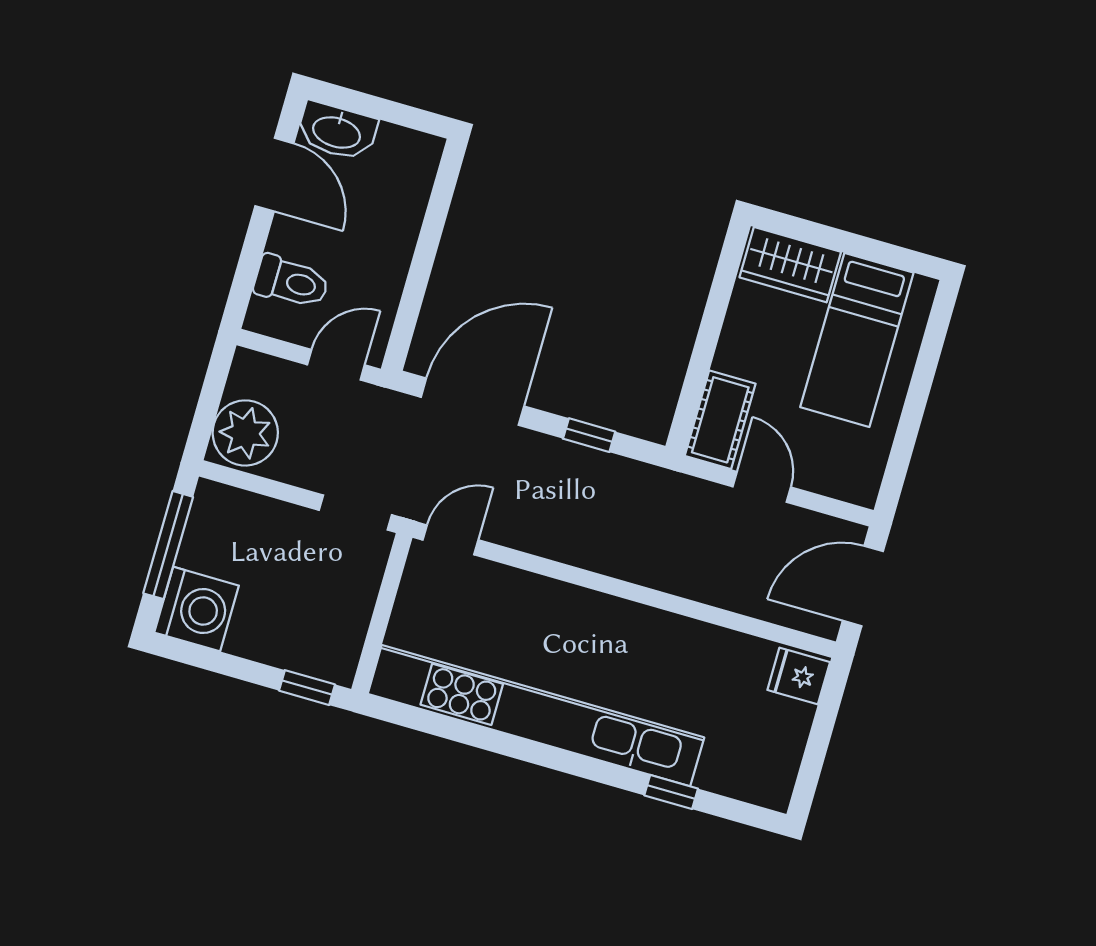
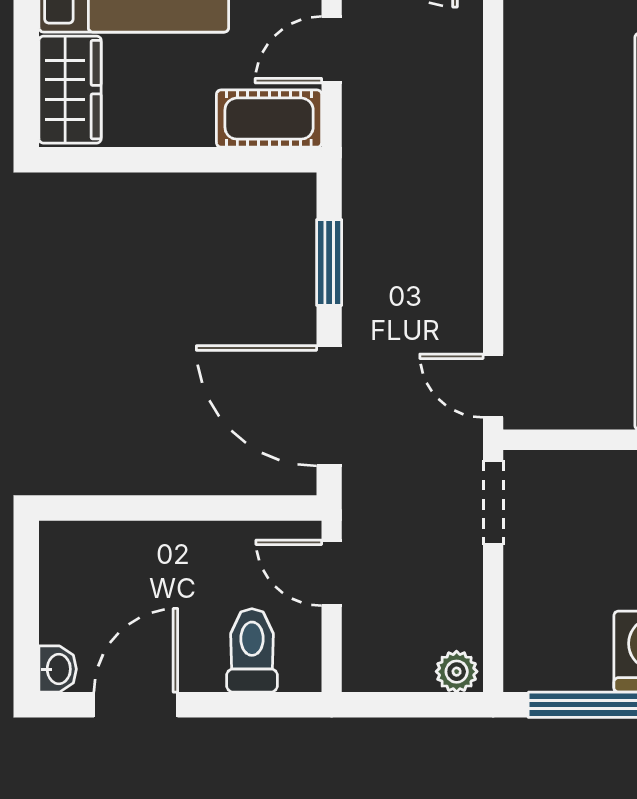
washbasin: (337, 131) -> (58, 669), width x0.52, depth x0.69
plant: (245, 433) -> (457, 672), width x0.53, depth x0.53
window: (589, 435) -> (329, 263), width x1.50

